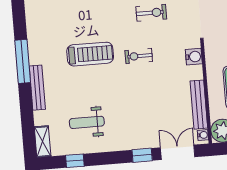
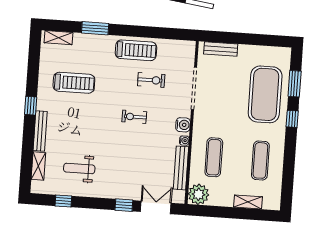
treadmill: (90, 54) -> (74, 83), moved
window: (23, 61) -> (31, 106), width x0.46
water cooler: (203, 135) -> (184, 141), moved
shelving: (43, 142) -> (38, 166), moved

